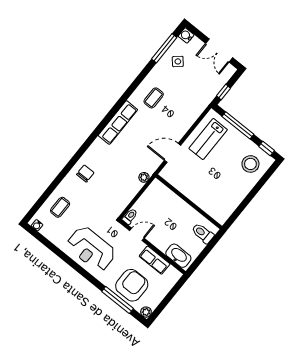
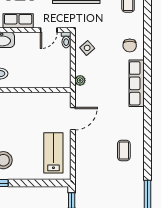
side table: (178, 61) -> (87, 48), moved
row of seats: (118, 123) -> (137, 83), moved
window: (238, 125) -> (38, 183), removed

